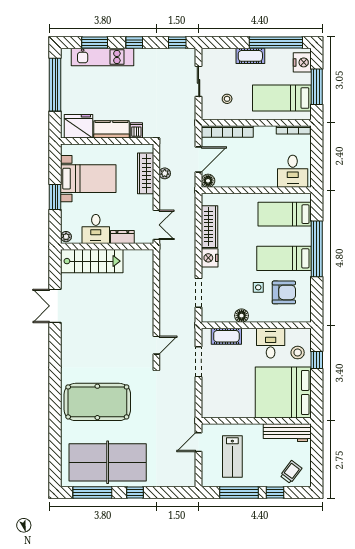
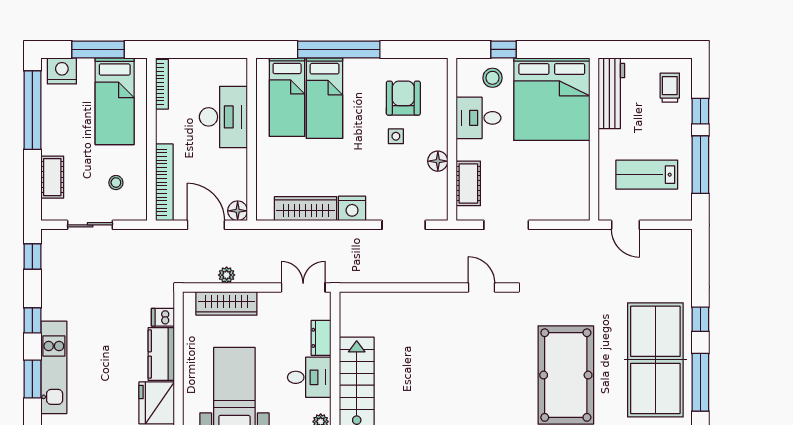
cot: (250, 56) -> (52, 177), moved
desk: (293, 171) -> (223, 117), moved, width x1.37
bed: (284, 258) -> (325, 98), moved
lab bench: (232, 456) -> (647, 175), turned 180
trolley: (291, 472) -> (670, 88), turned 53

